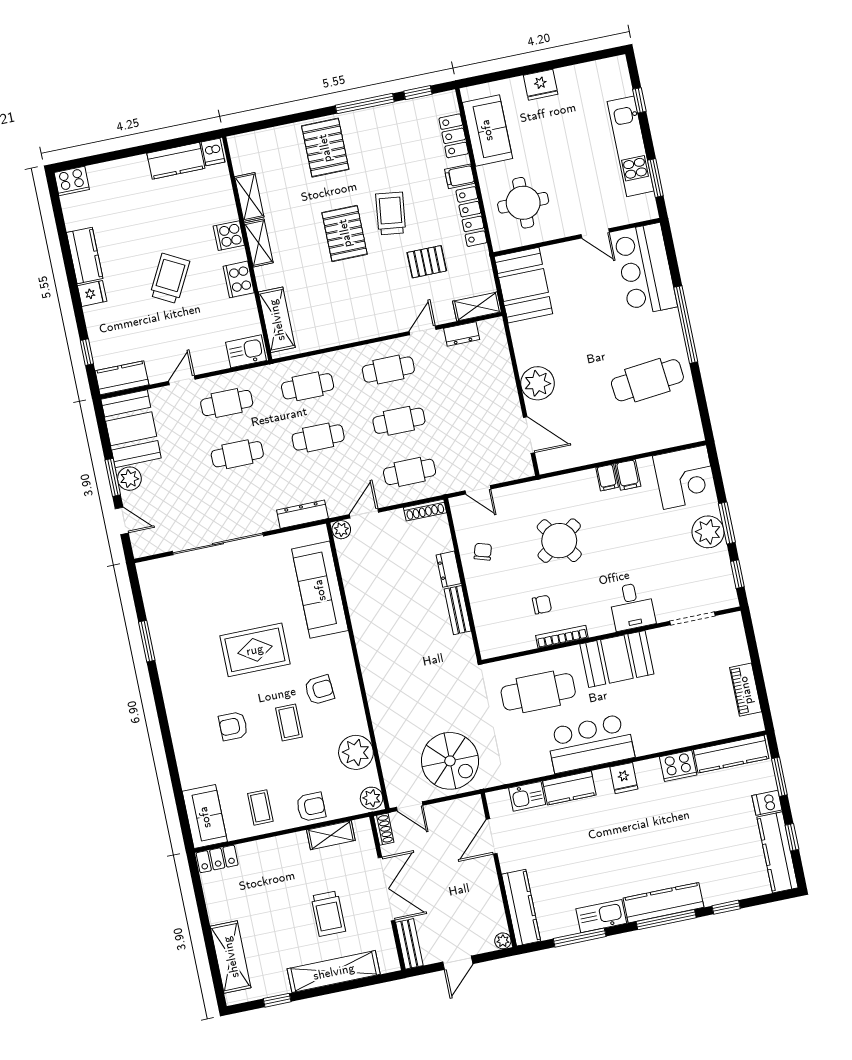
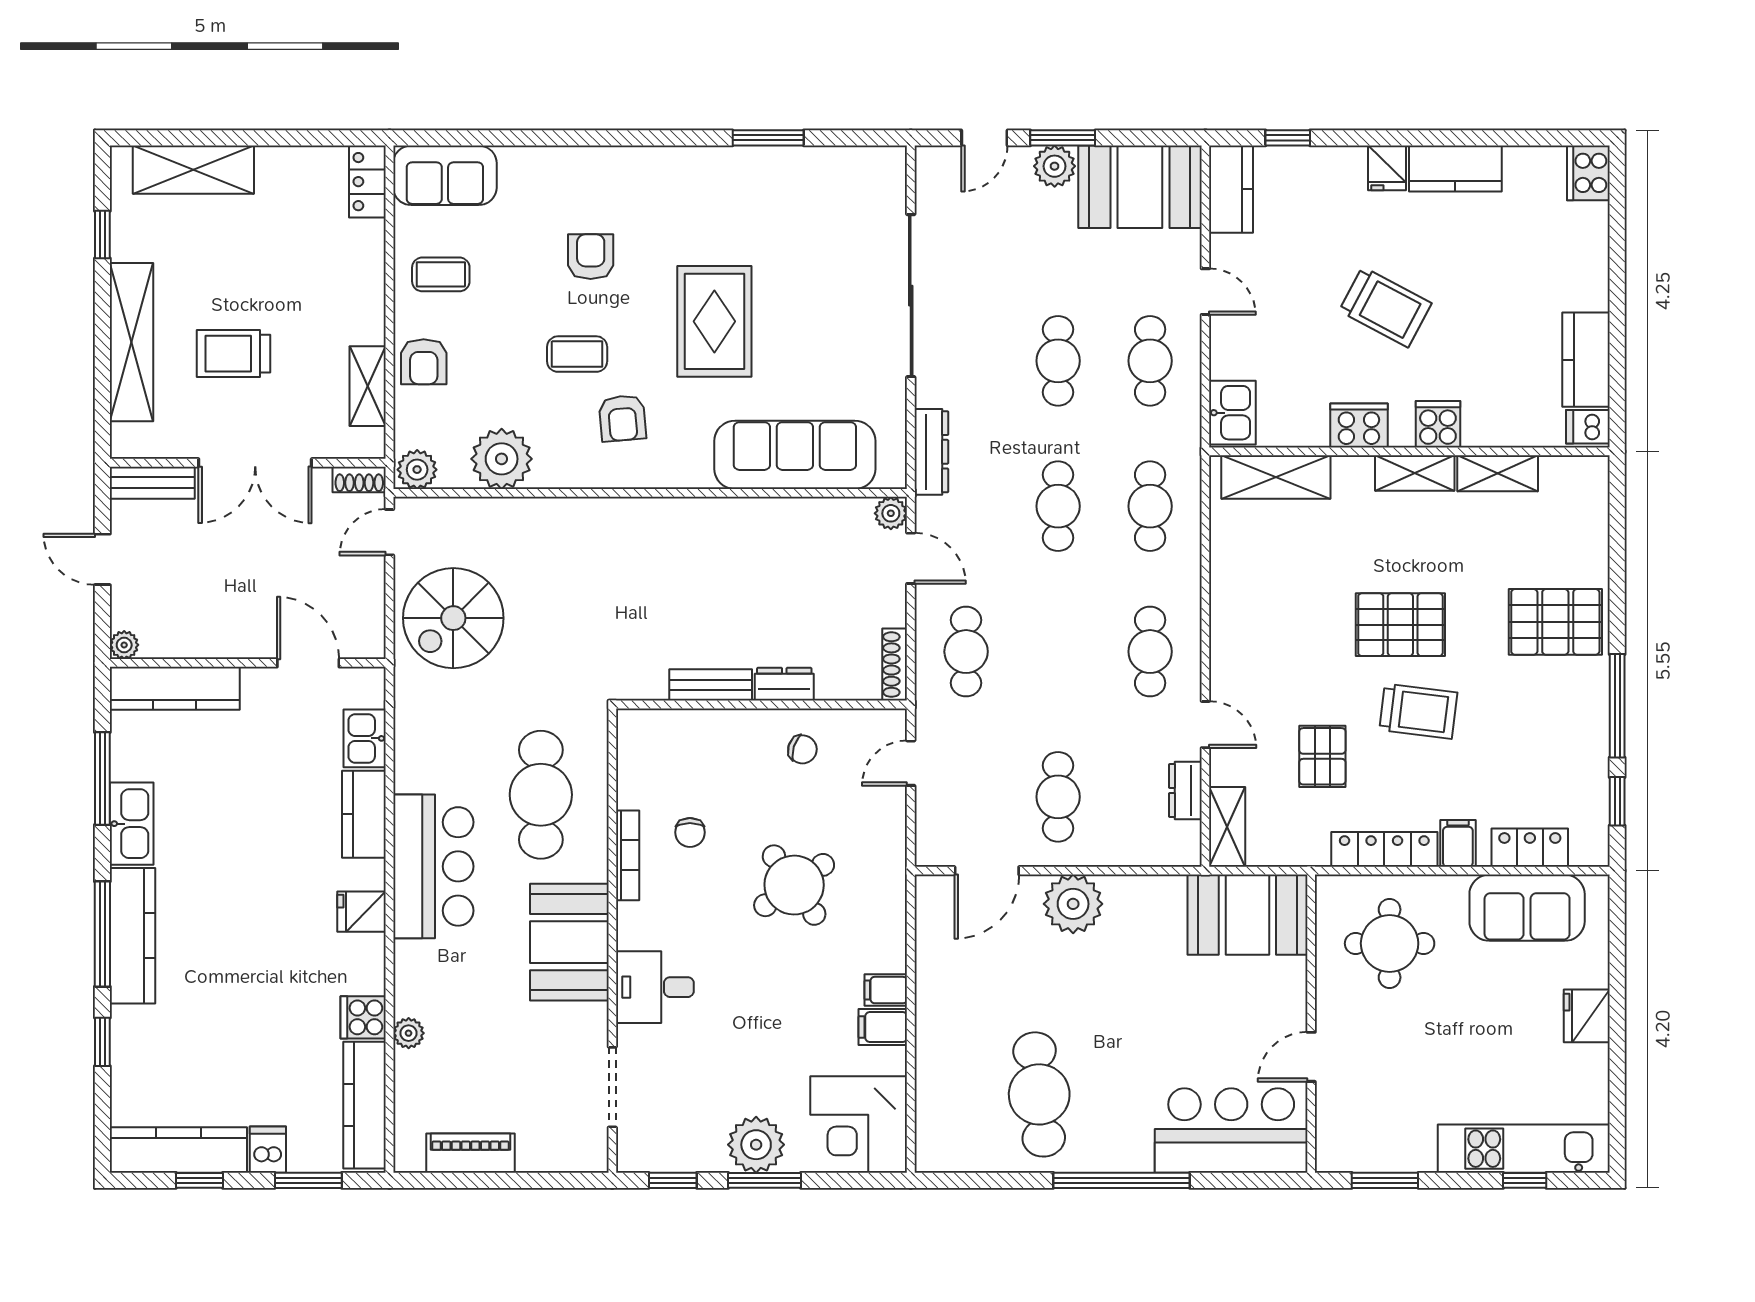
kitchen unit: (630, 146) -> (1524, 1149), moved
cafe table: (399, 421) -> (1058, 797), moved
plant: (686, 738) -> (409, 1033), added
cooker: (678, 766) -> (363, 1017), width x0.73

